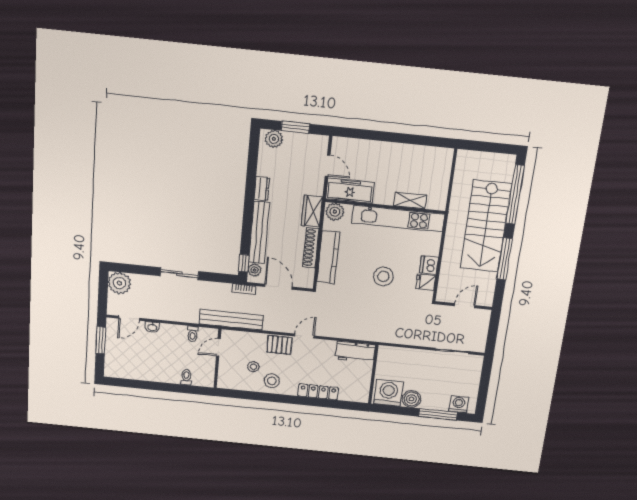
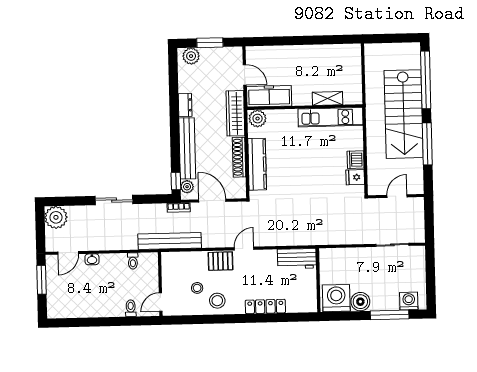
wardrobe: (312, 211) -> (235, 113), width x1.50
kitchen unit: (398, 219) -> (330, 117), width x0.73
stool: (383, 276) -> (313, 177), removed
door: (218, 347) -> (161, 302), moved

